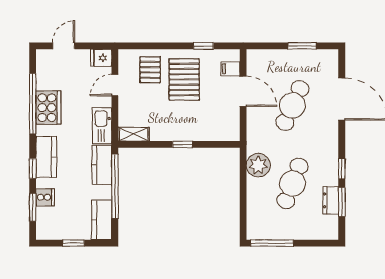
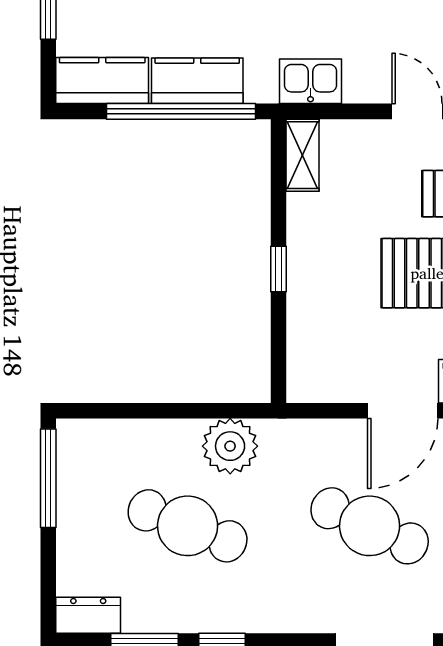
kitchen sink: (102, 126) -> (310, 81), width x0.73
kitchen counter: (102, 165) -> (197, 81), moved
dresser: (331, 200) -> (88, 615), moved

